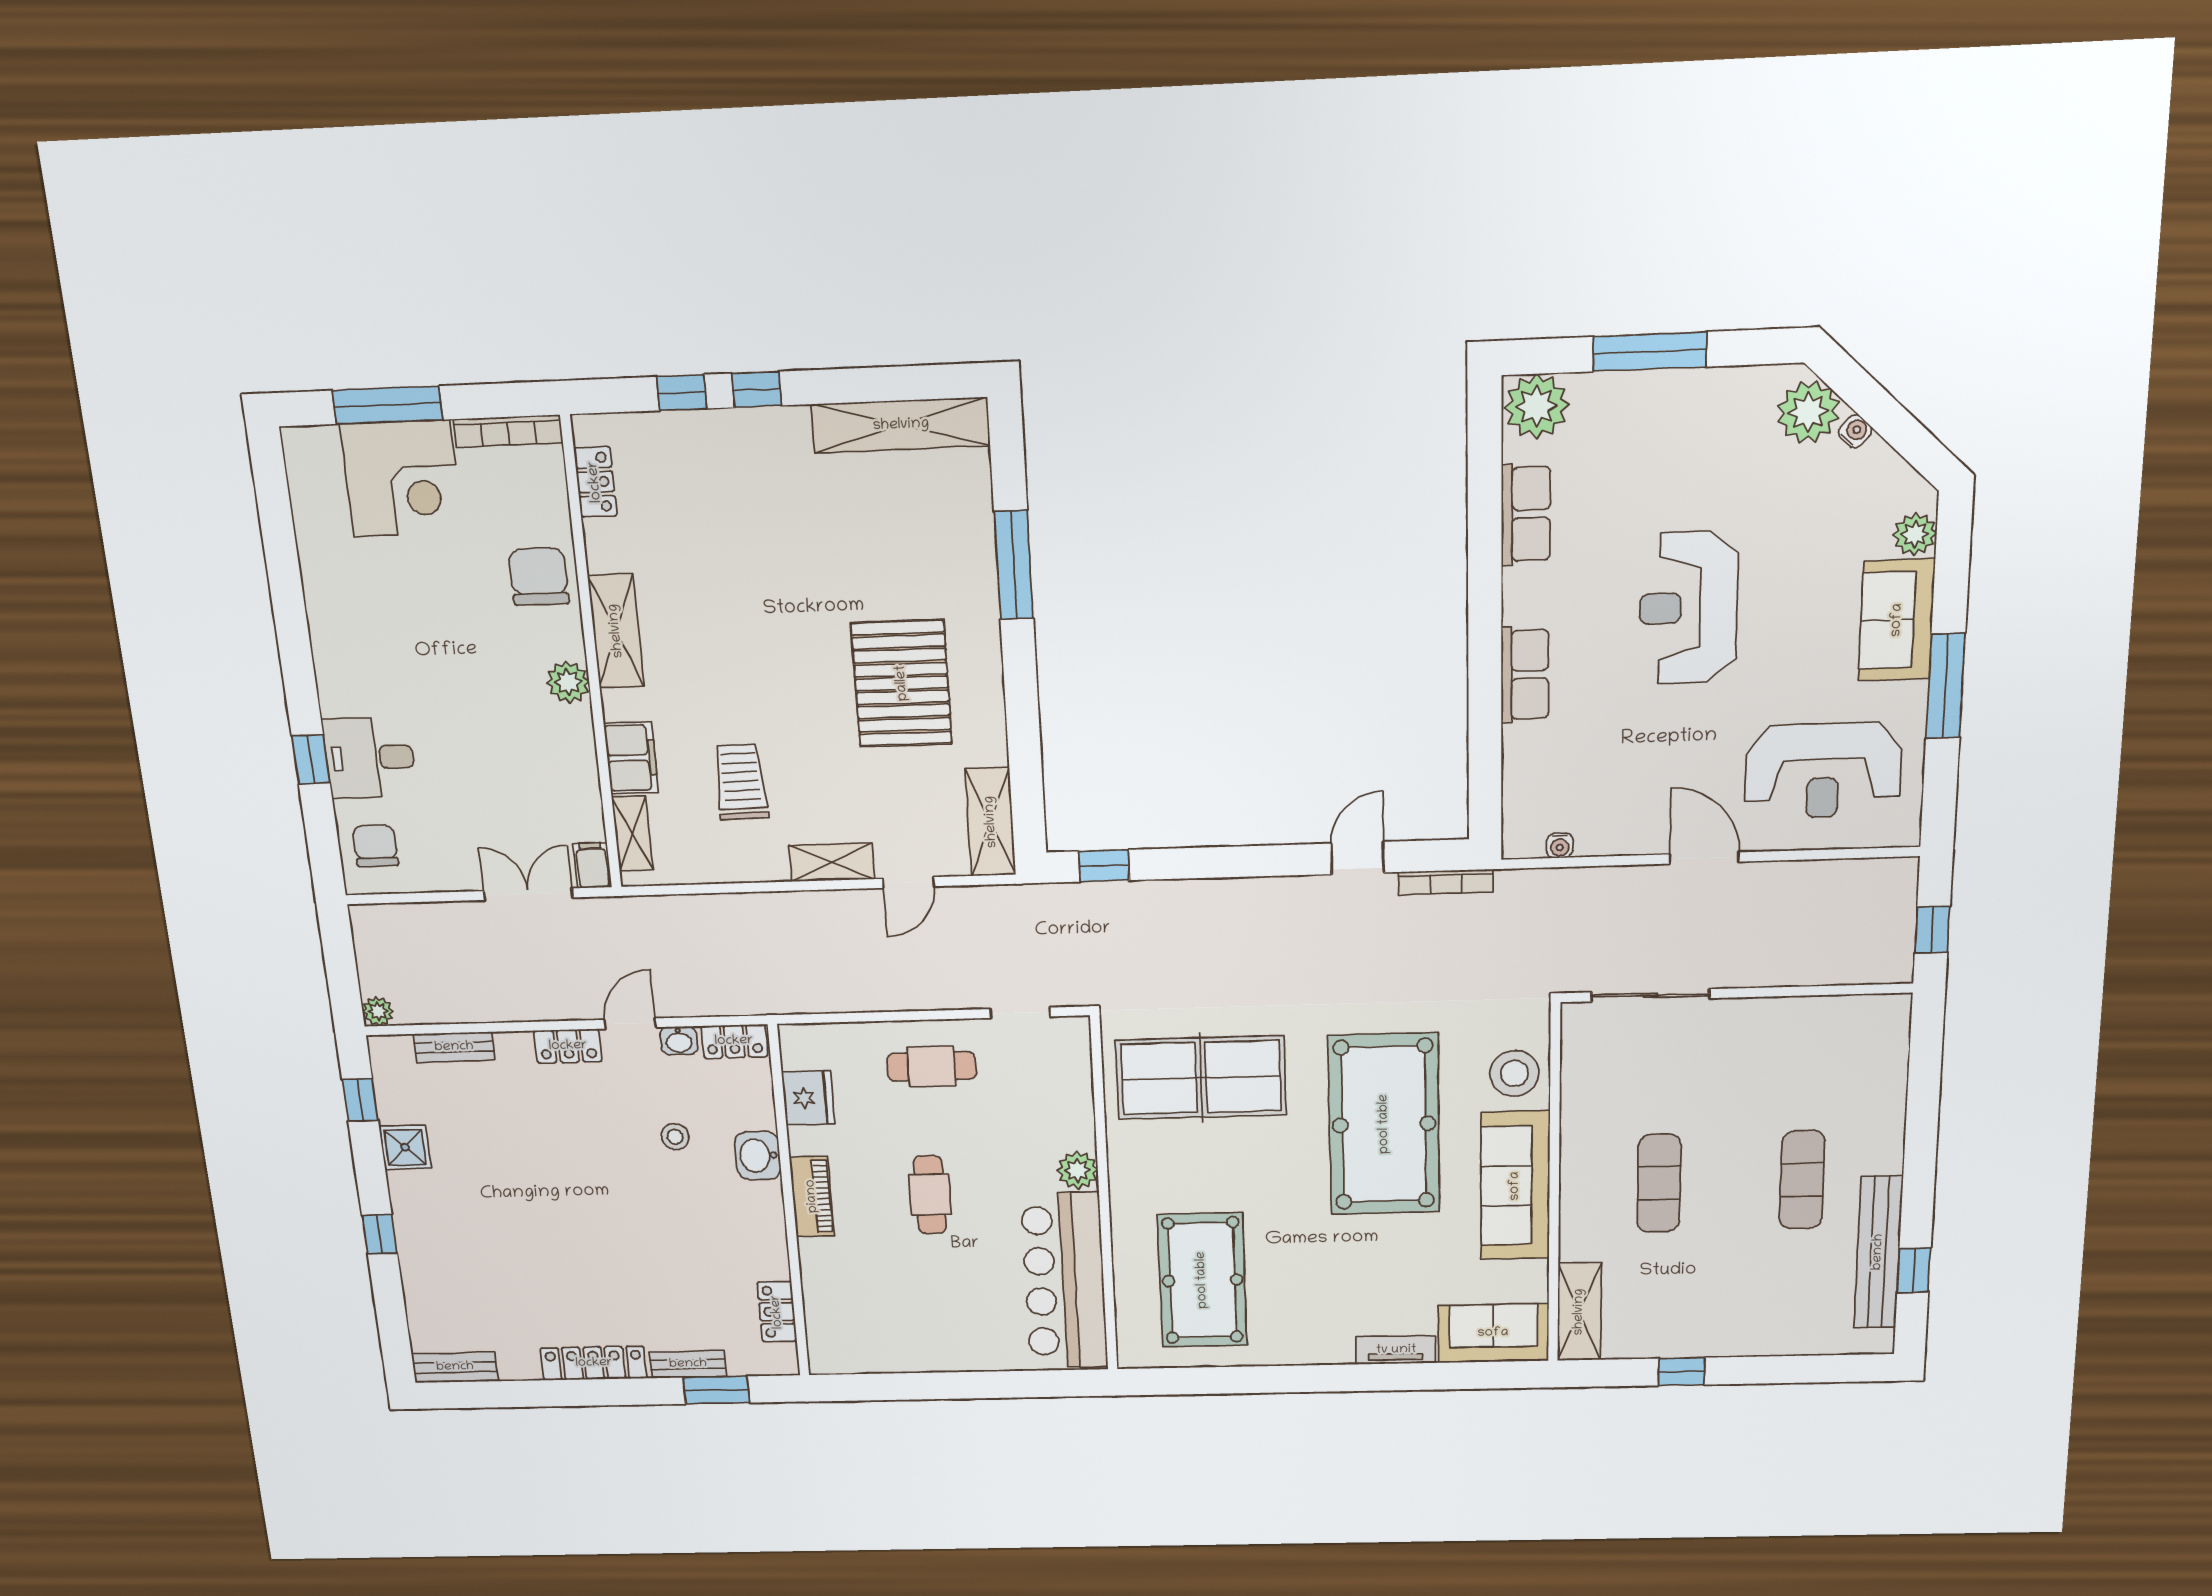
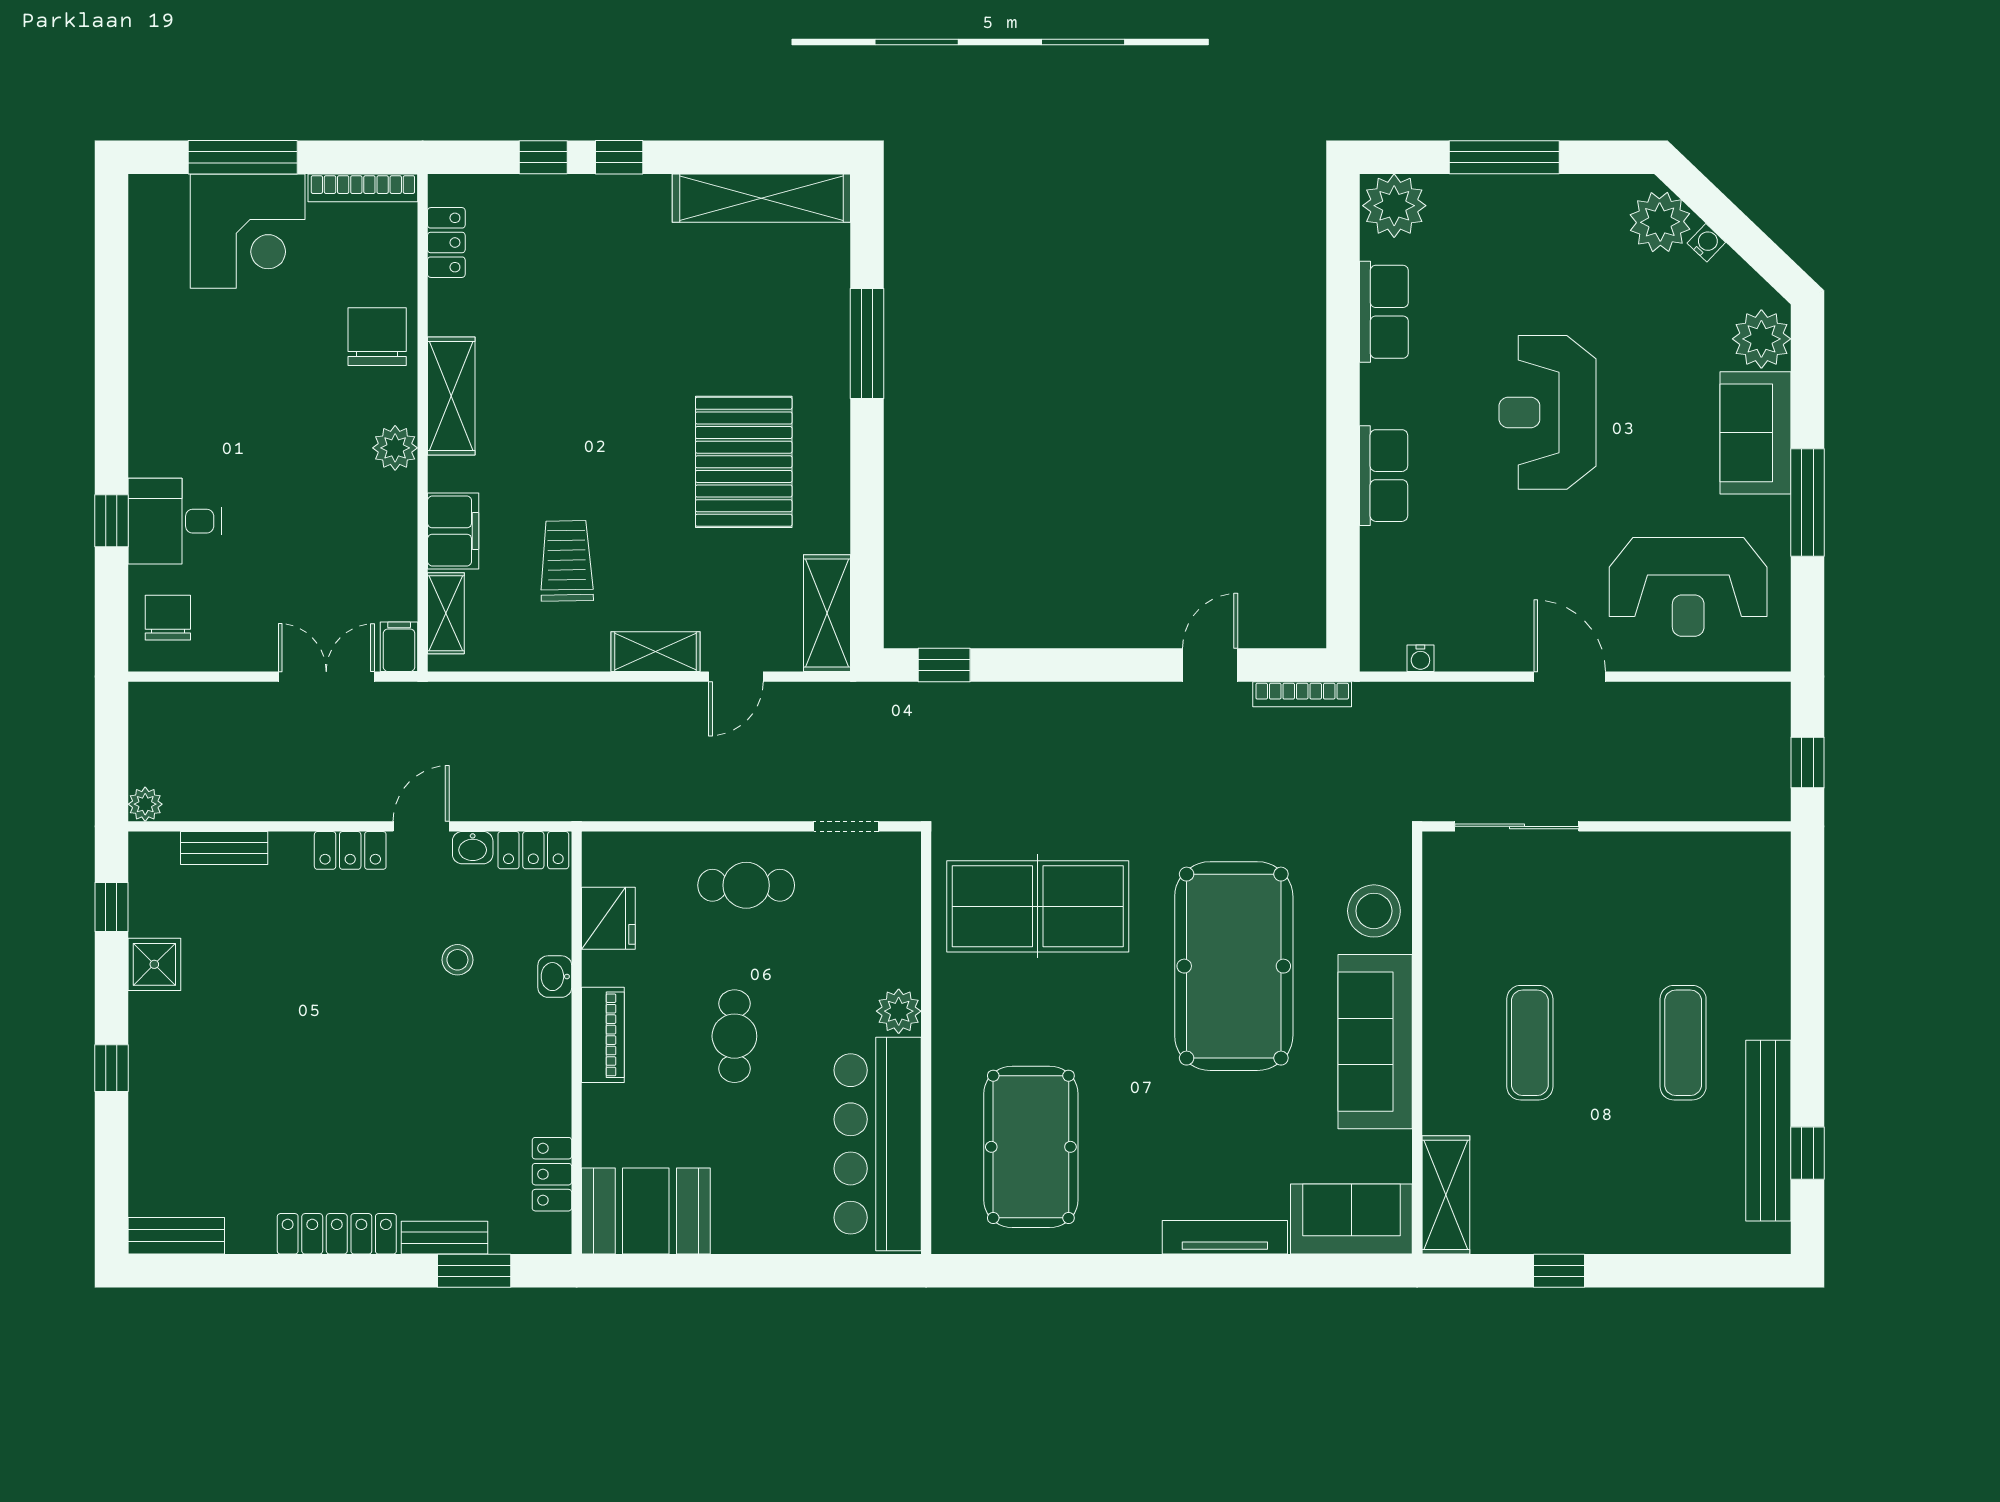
plant: (1915, 534) -> (1761, 339), width x1.36, depth x1.36
washbasin: (758, 1156) -> (555, 977), width x0.72, depth x0.69
booth: (862, 1340) -> (646, 1211), added
tv unit: (1396, 1350) -> (1225, 1237), width x1.41

